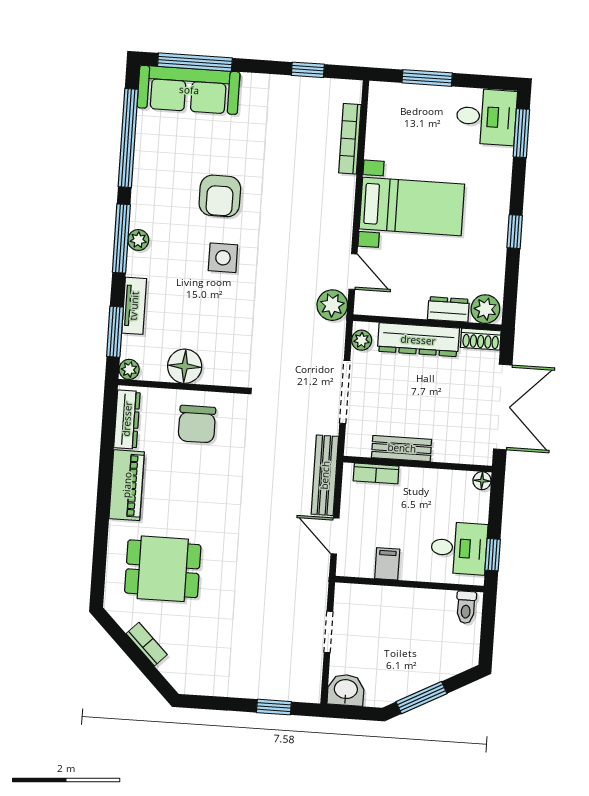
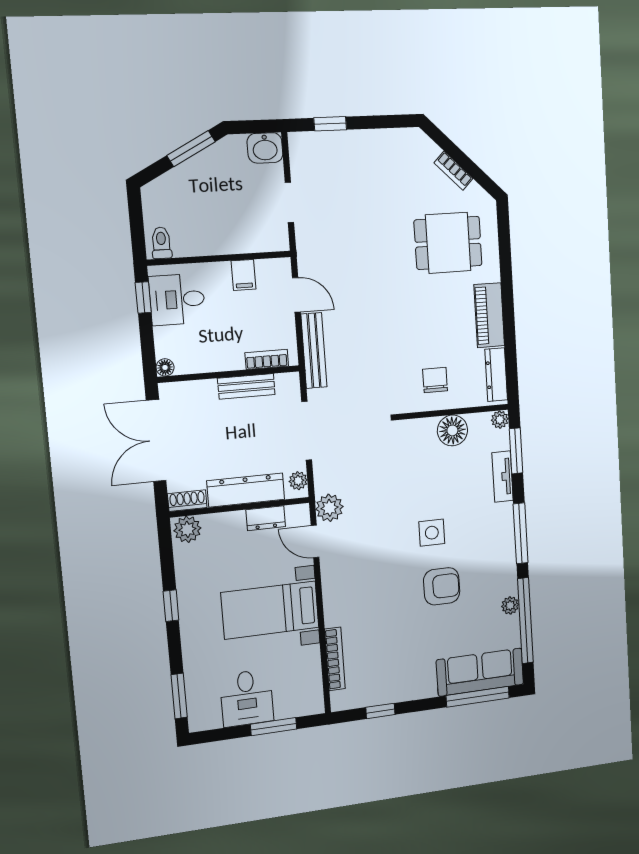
desk: (486, 117) -> (247, 698), moved, turned -90
armchair: (220, 196) -> (442, 586), turned 90
plant: (138, 240) -> (510, 605), moved
dresser: (448, 309) -> (266, 518), moved
chair: (197, 424) -> (435, 380), width x0.73, depth x0.73

